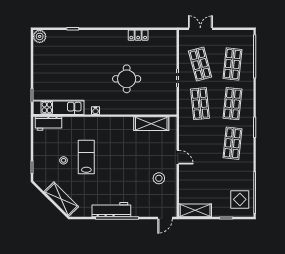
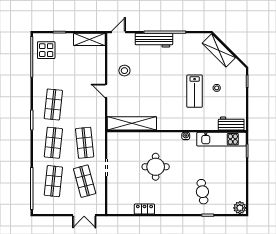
cafe table: (78, 53) -> (202, 192), added
shelving: (151, 124) -> (132, 123), width x1.47
workbench: (111, 210) -> (154, 40), moved

